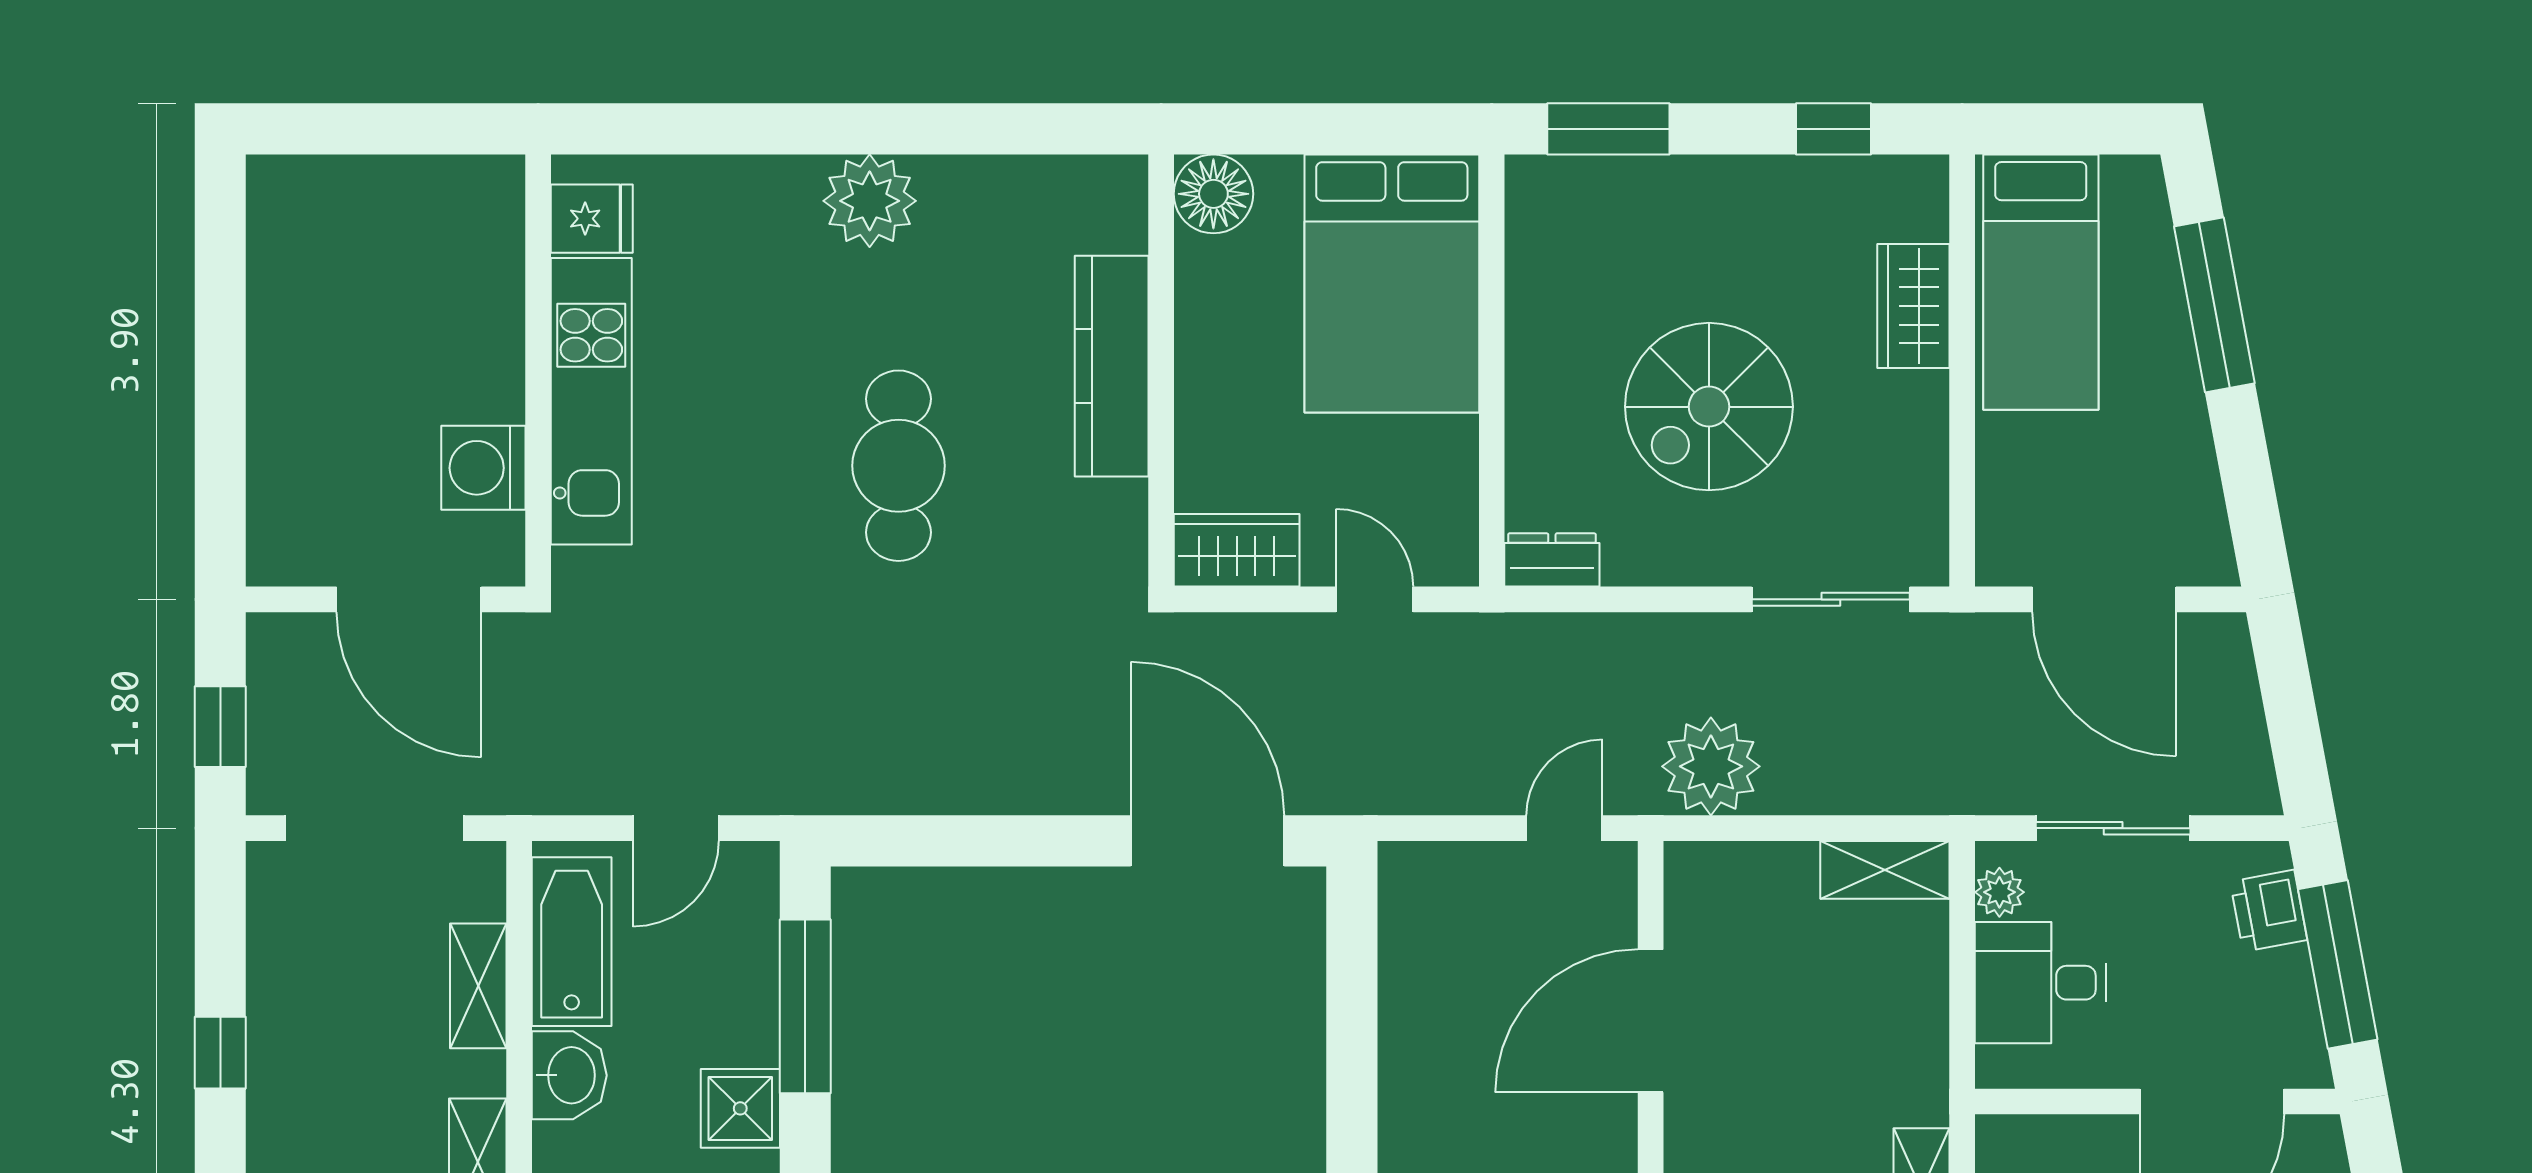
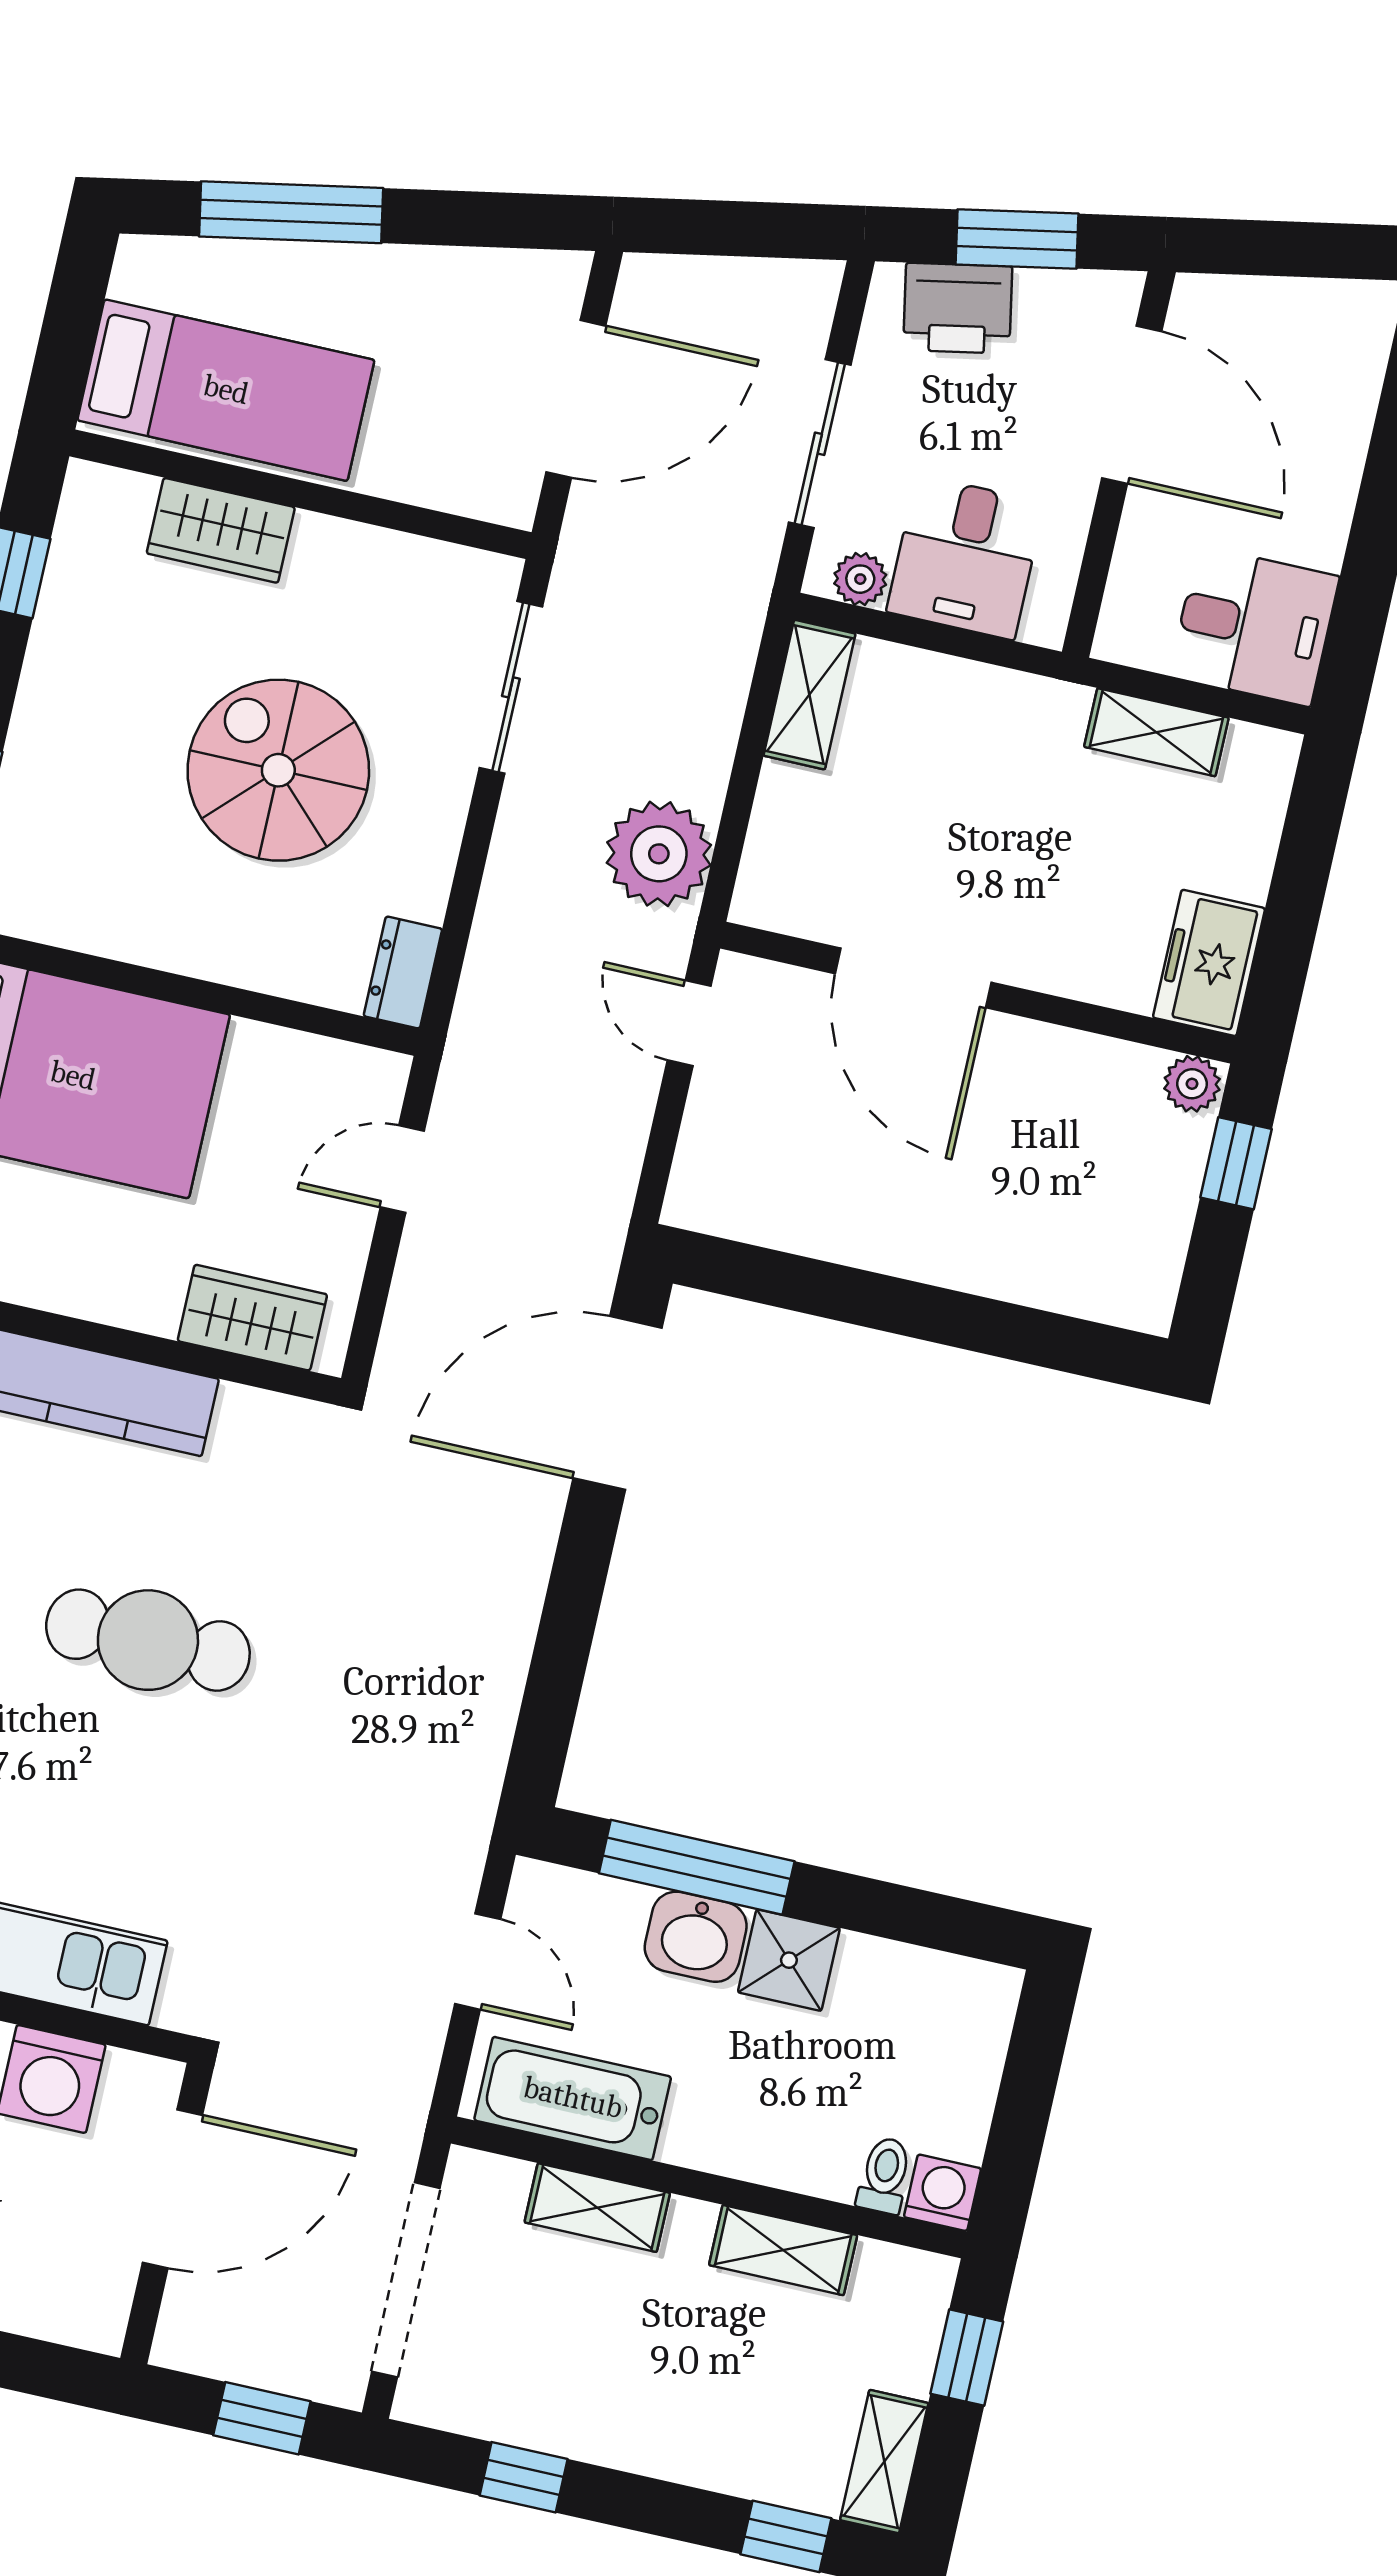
spiral stairs: (1709, 407) -> (278, 770), turned 180
wardrobe: (1237, 550) -> (252, 1318), moved, turned 90
printer: (2269, 911) -> (958, 308), width x1.36, depth x1.24
window: (2338, 964) -> (1017, 239), width x0.69
window: (220, 1053) -> (524, 2477), moved
washbasin: (569, 1075) -> (696, 1937), moved, turned 180

